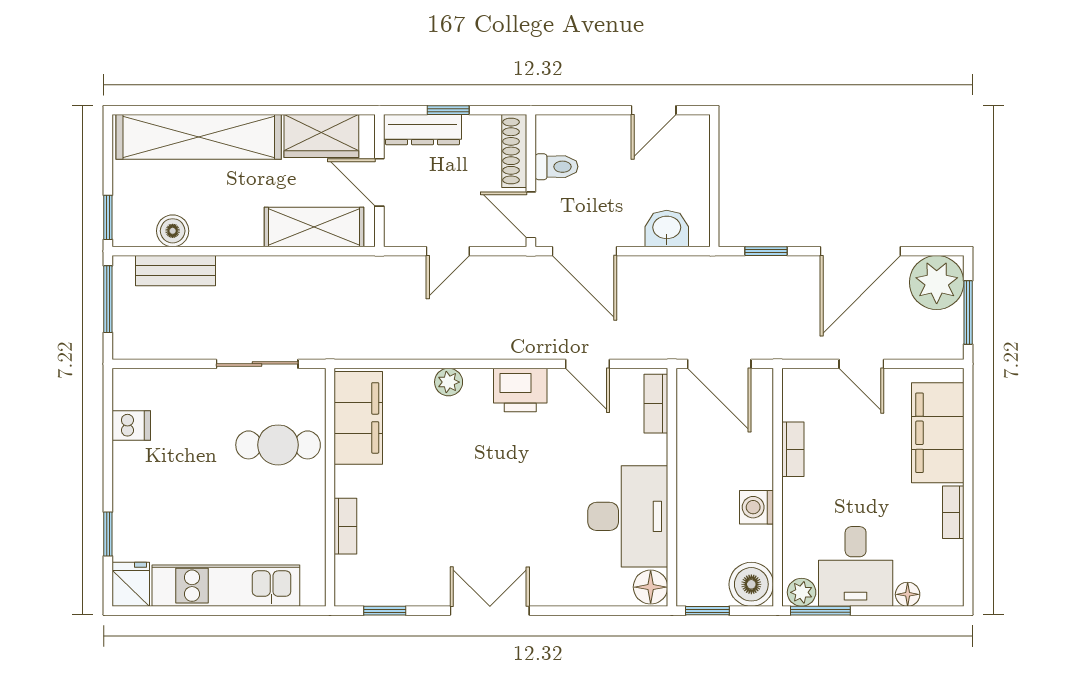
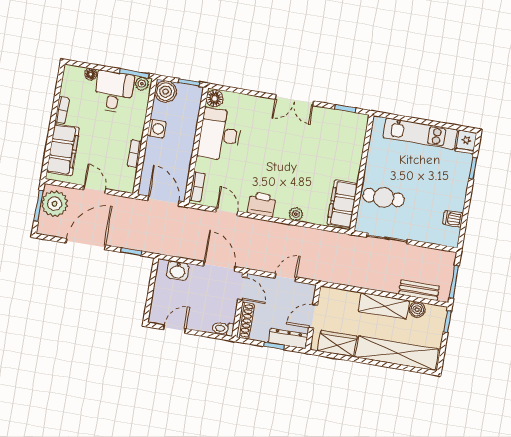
toilet: (556, 167) -> (223, 329), moved
door: (379, 182) -> (313, 316), swing flipped
shelving: (314, 227) -> (384, 306), moved
plant: (937, 282) -> (55, 204), moved
bookcase: (345, 526) -> (357, 153), removed

